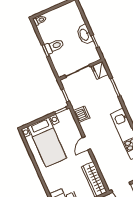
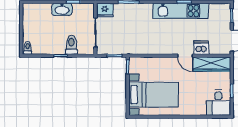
toilet: (54, 46) -> (71, 45), moved
dishwasher: (82, 114) -> (201, 48), moved
door: (86, 143) -> (185, 56), moved

